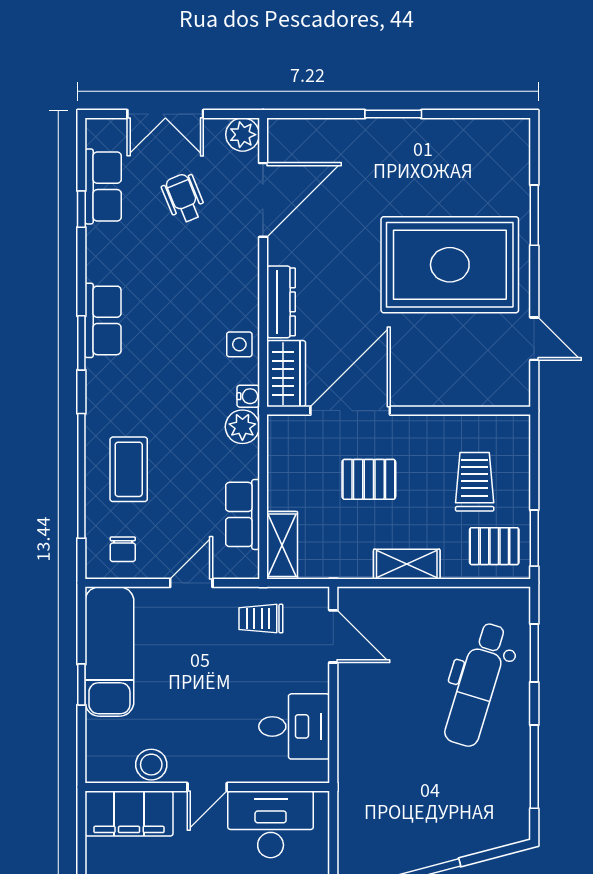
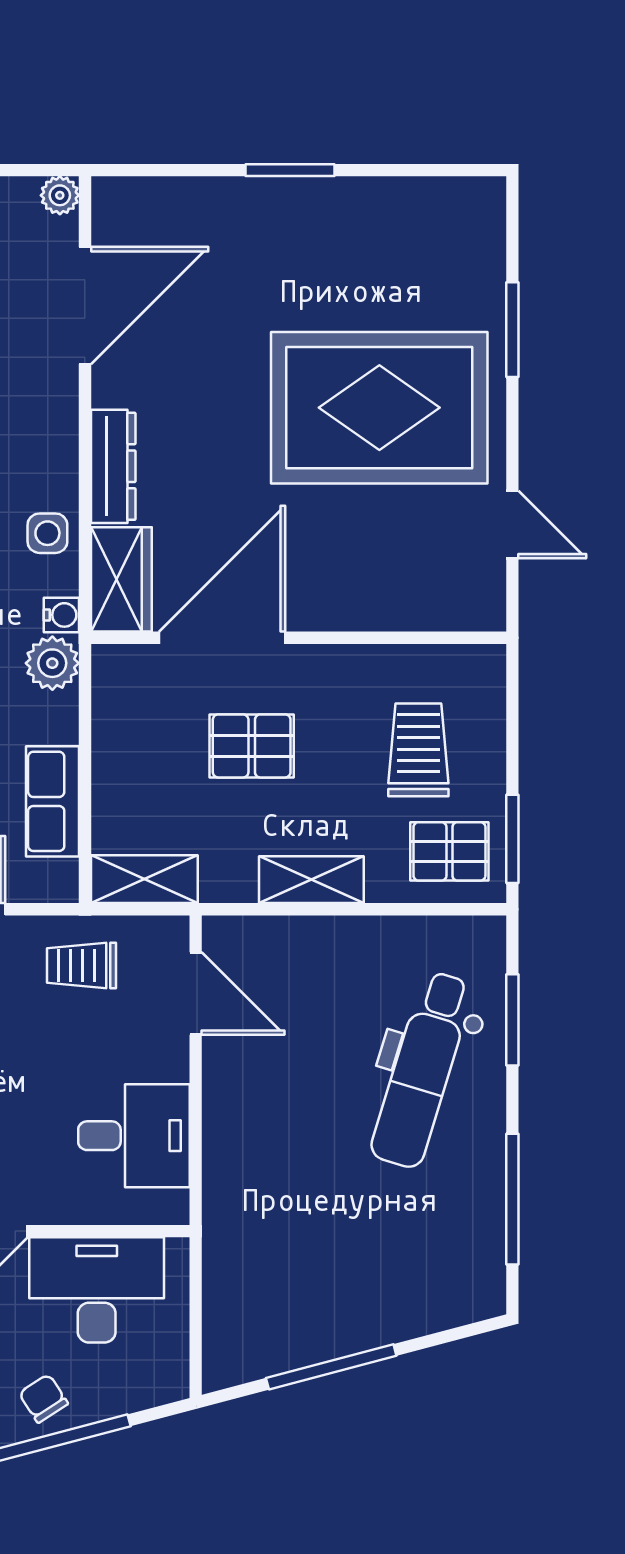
plant: (243, 135) -> (60, 195), width x0.73, depth x0.73
shelving: (282, 545) -> (144, 879), moved, turned 90

